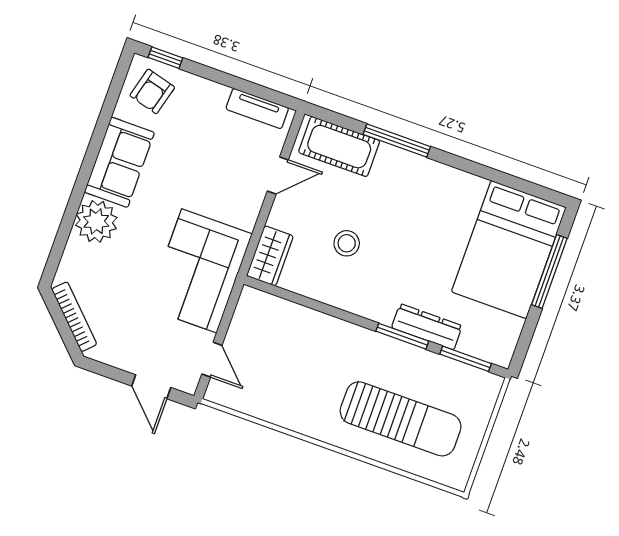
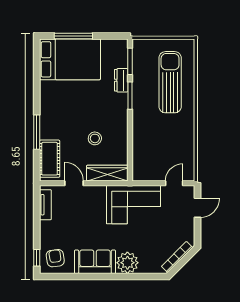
armchair: (152, 91) -> (55, 258), turned -113
wardrobe: (270, 256) -> (107, 173), width x1.50
dresser: (427, 327) -> (121, 80), width x0.70

